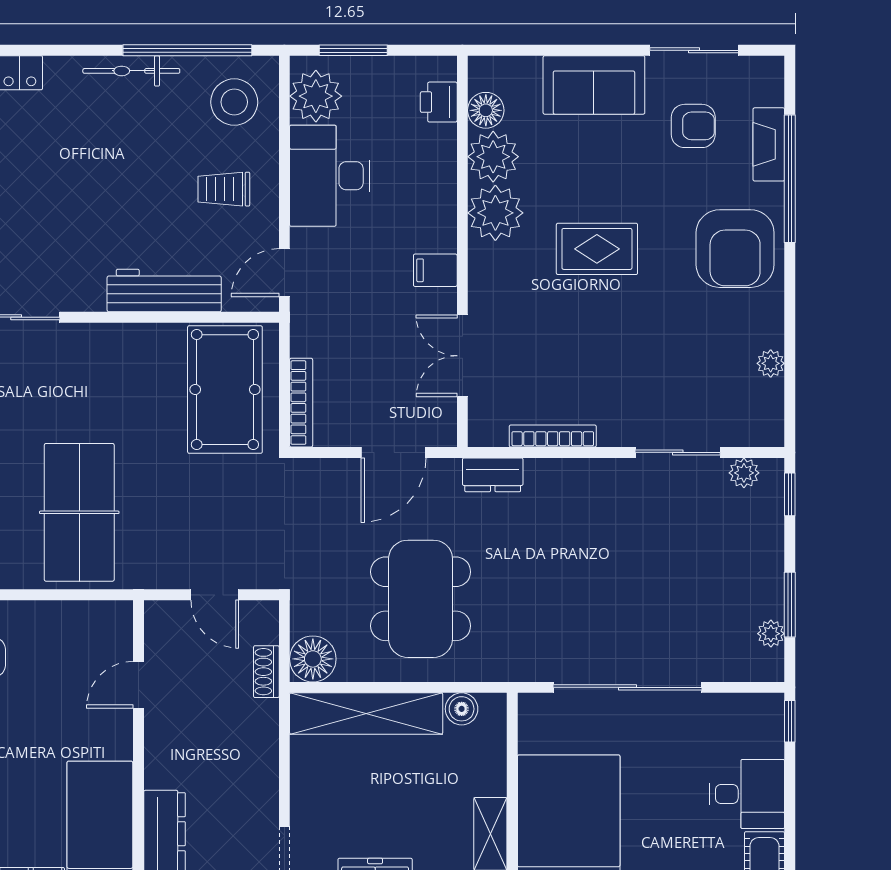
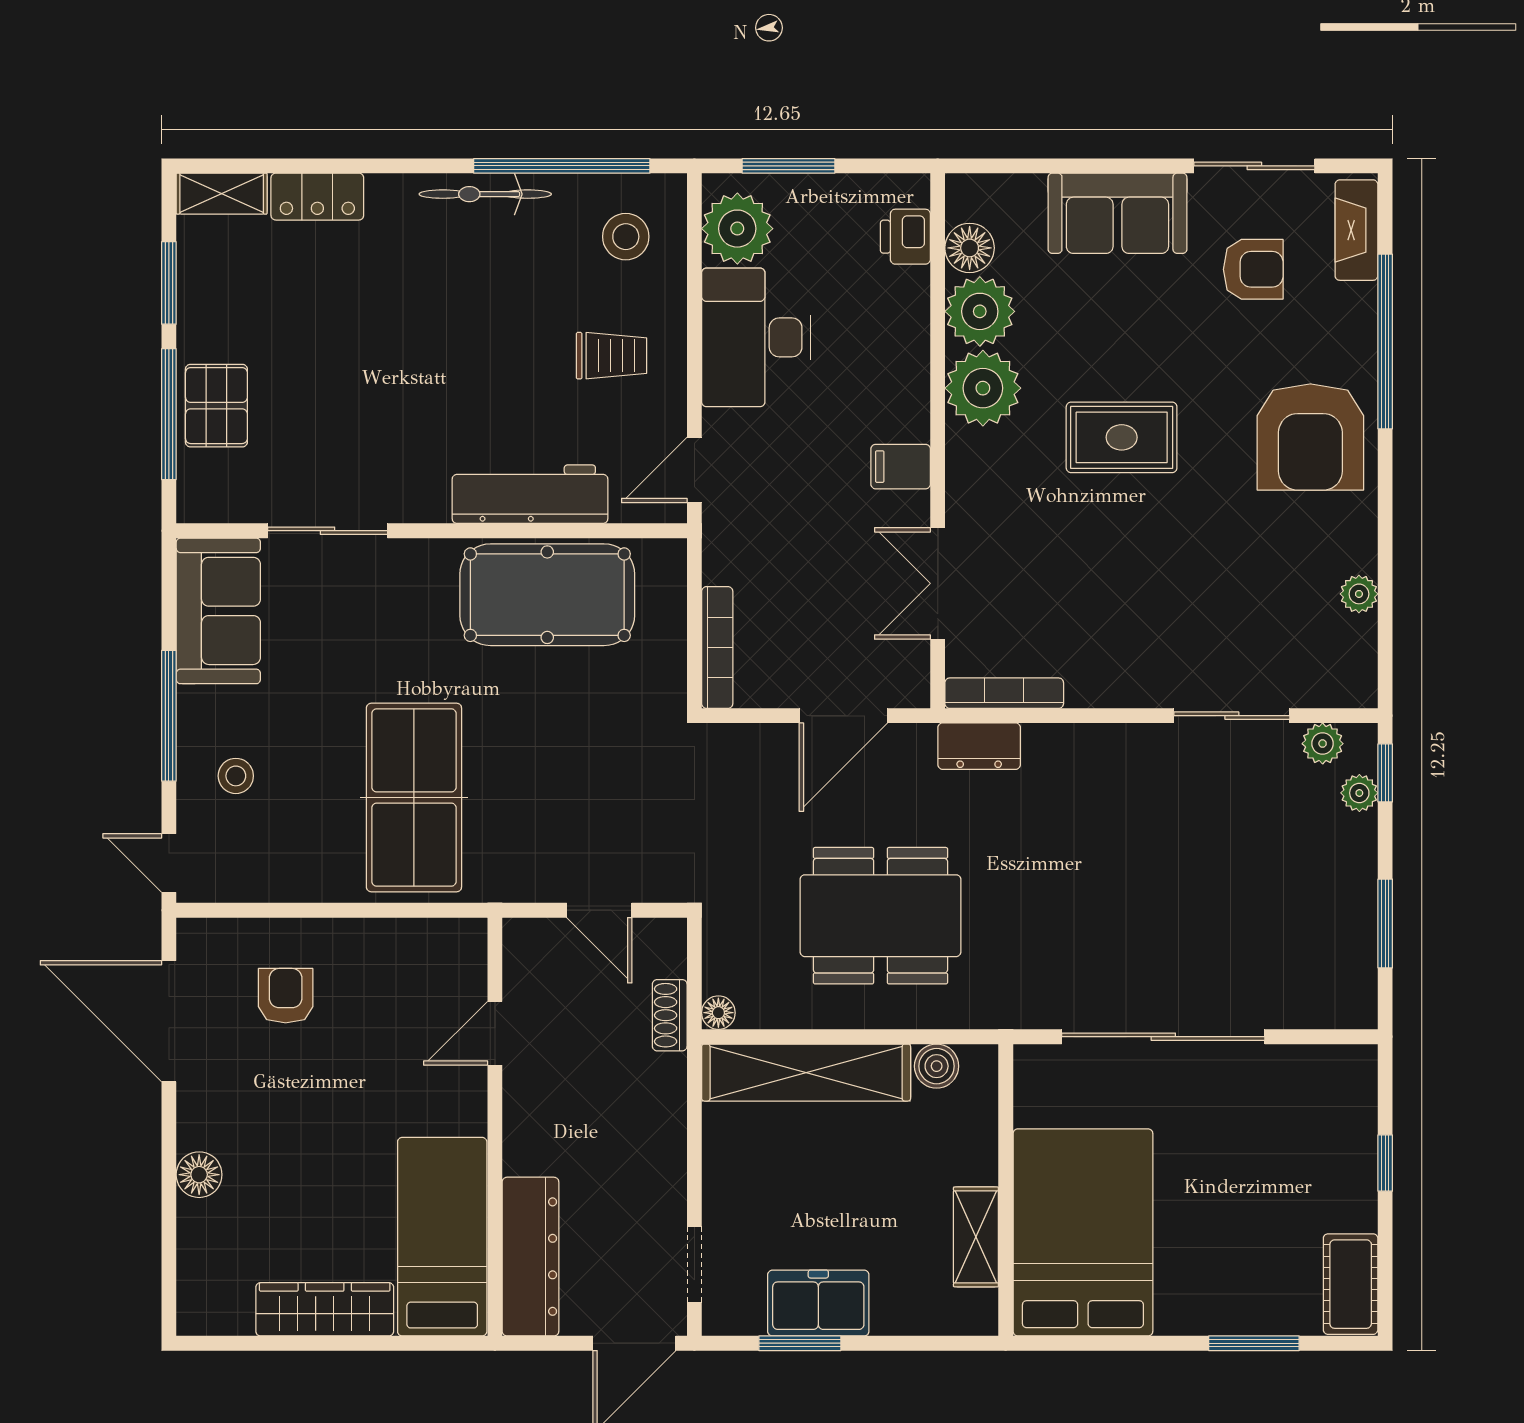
stool: (234, 102) -> (626, 237), width x0.73, depth x0.73
fireplace: (769, 144) -> (1356, 230), moved
trolley: (224, 189) -> (612, 356), turned 180
pool table: (225, 390) -> (547, 595), moved, turned 90
bookcase: (553, 436) -> (1004, 693), moved
dining table: (421, 599) -> (880, 916), turned 90
plant: (771, 634) -> (1359, 793), moved
floor lamp: (313, 659) -> (718, 1013), width x0.53, depth x0.53
window: (790, 721) -> (1385, 1163), moved
desk: (747, 794) -> (1327, 1182), removed

